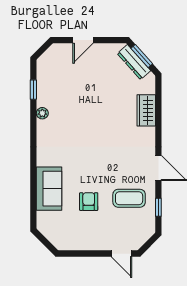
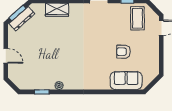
sofa: (49, 189) -> (126, 81), moved
coffee table: (129, 198) -> (137, 18), moved

